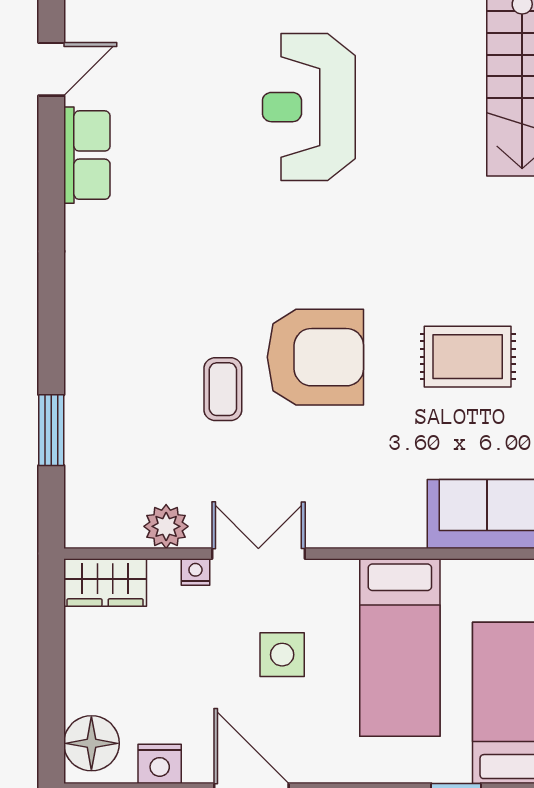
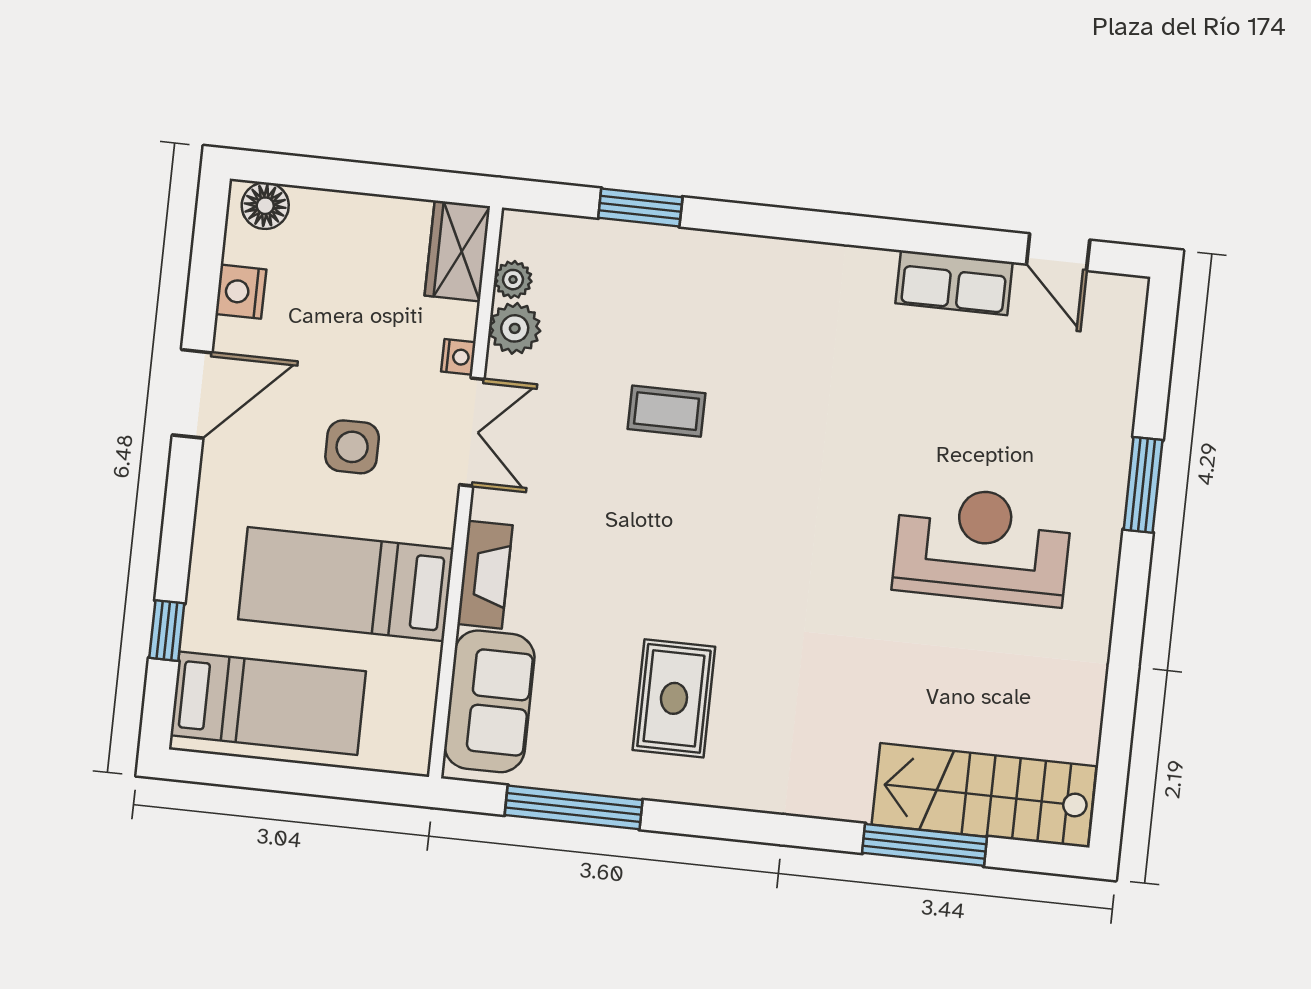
armchair: (315, 357) -> (692, 522), removed
fireplace: (379, 529) -> (485, 575), added
plant: (124, 532) -> (513, 280), added
floor lamp: (91, 743) -> (265, 206), width x0.73, depth x0.73

